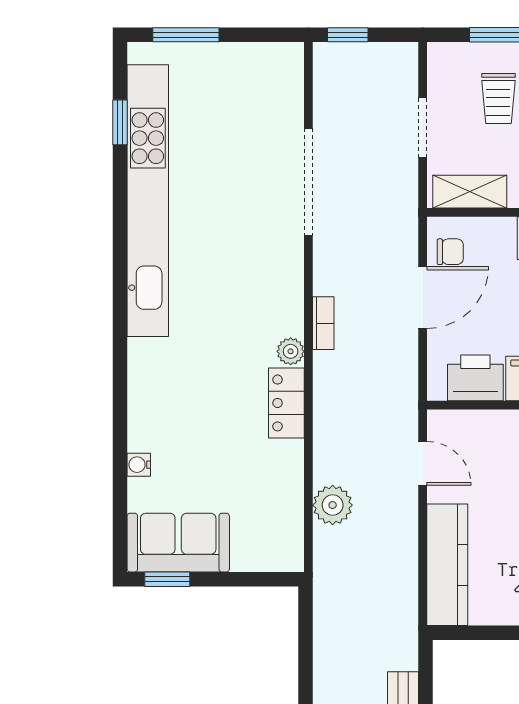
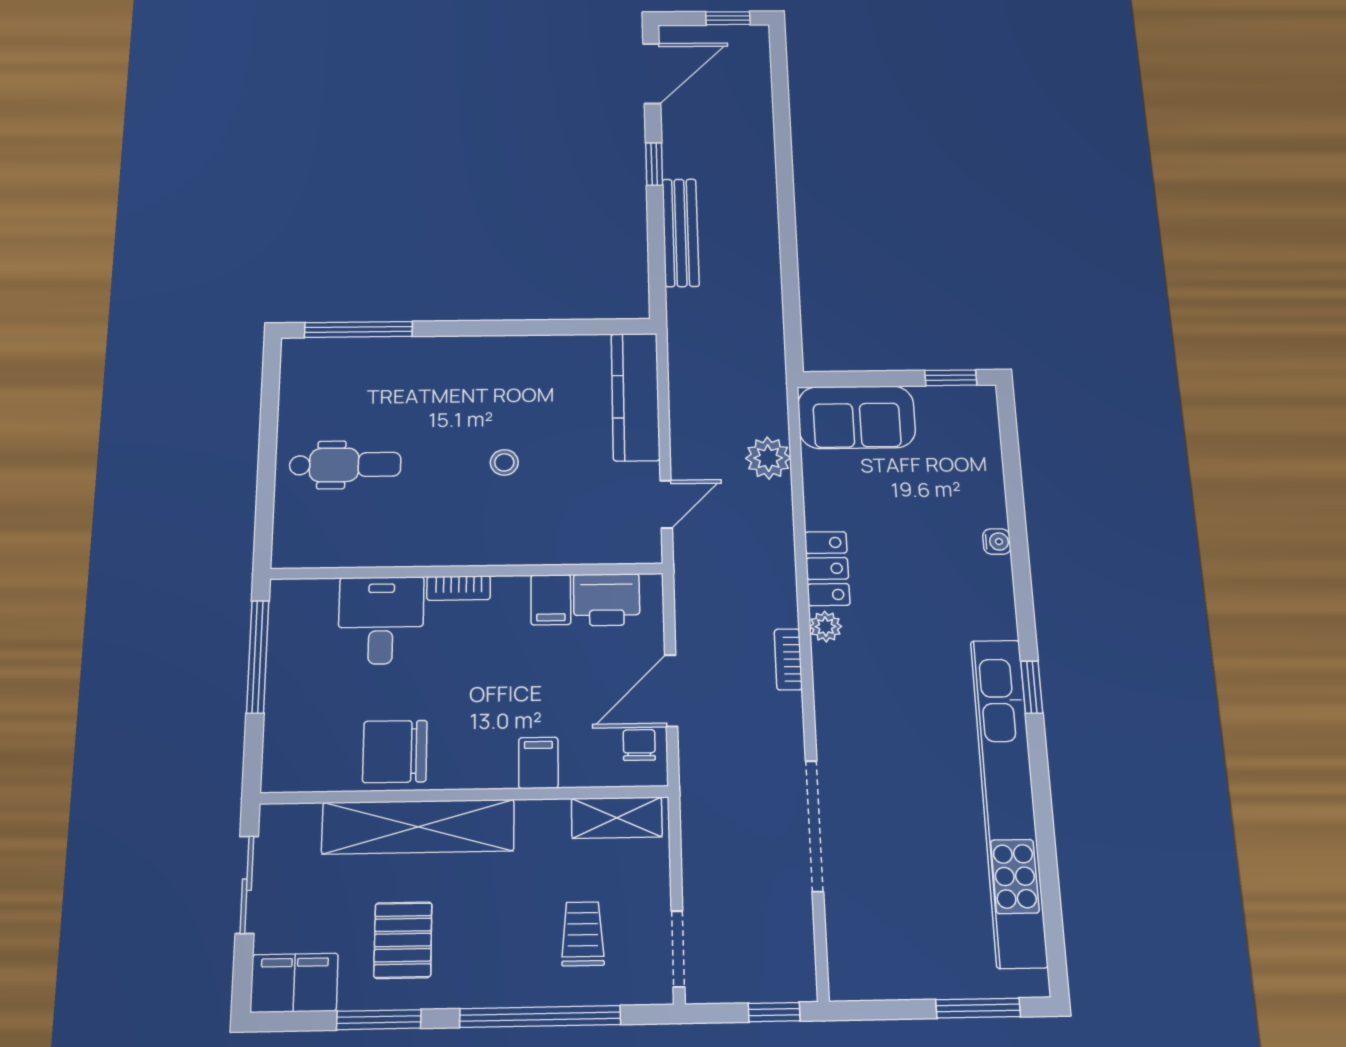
window: (120, 122) -> (1032, 687), moved
doorway: (423, 128) -> (678, 949), moved
chair: (450, 252) -> (639, 745), turned 90
door: (423, 463) -> (666, 504), swing flipped
water cooler: (139, 465) -> (997, 542), moved
sofa: (178, 543) -> (857, 417), moved

